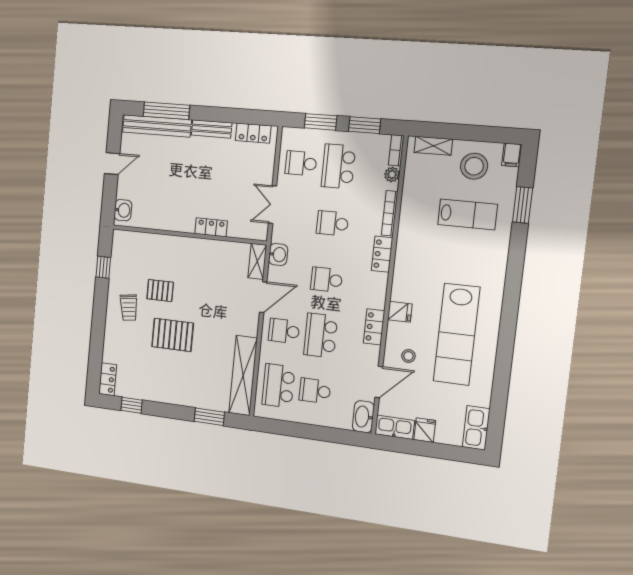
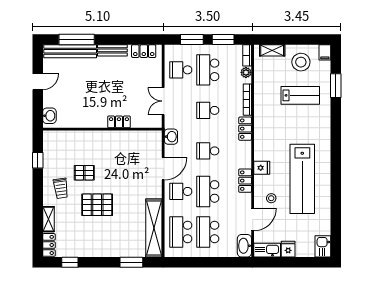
shelving: (257, 261) -> (49, 219), moved
school desk: (315, 391) -> (208, 232), width x1.85
kitchen sink: (476, 428) -> (323, 246), width x0.73

